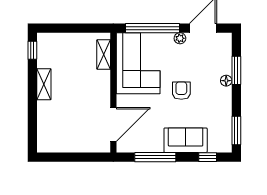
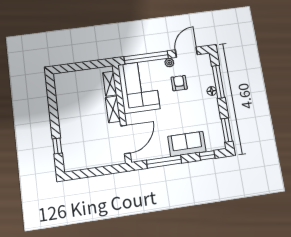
window: (32, 50) -> (57, 146), moved
window: (236, 70) -> (218, 82), width x1.44
shelving: (44, 84) -> (113, 109), moved
armchair: (181, 91) -> (179, 83), moved

